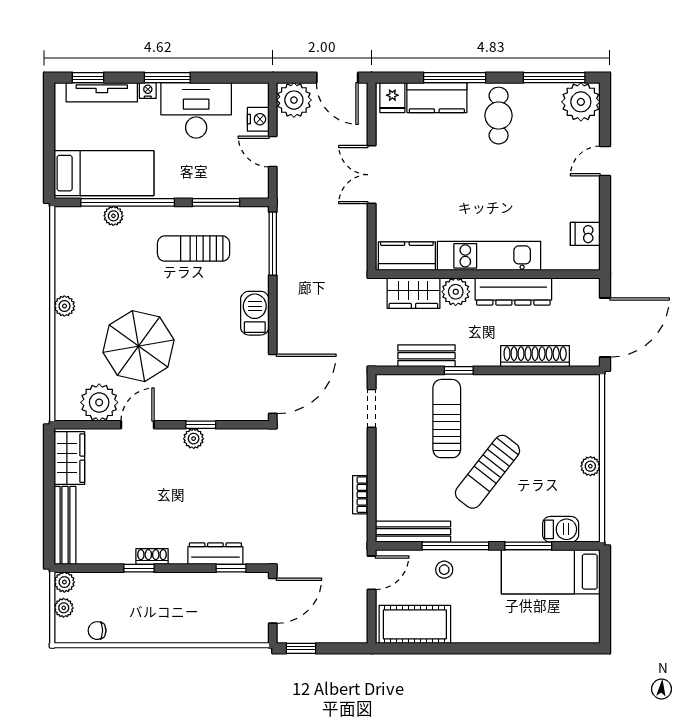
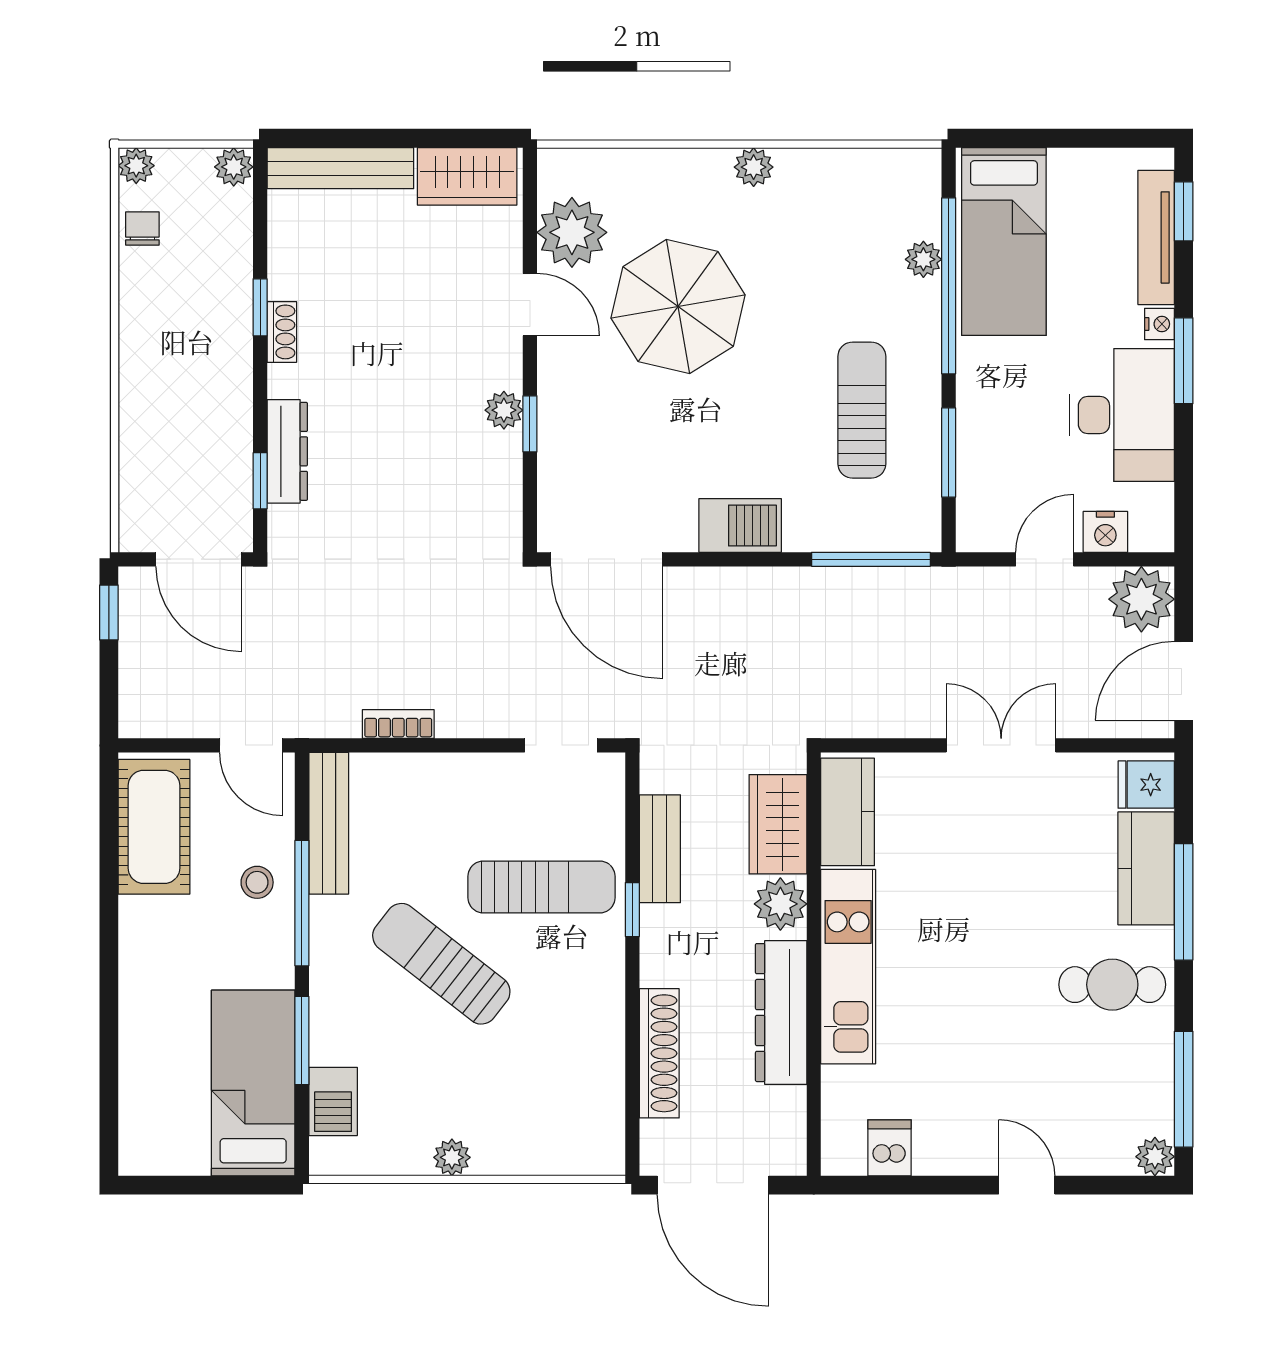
plant: (581, 102) -> (1155, 1157), width x0.53, depth x0.53
plant: (64, 608) -> (136, 166), moved

